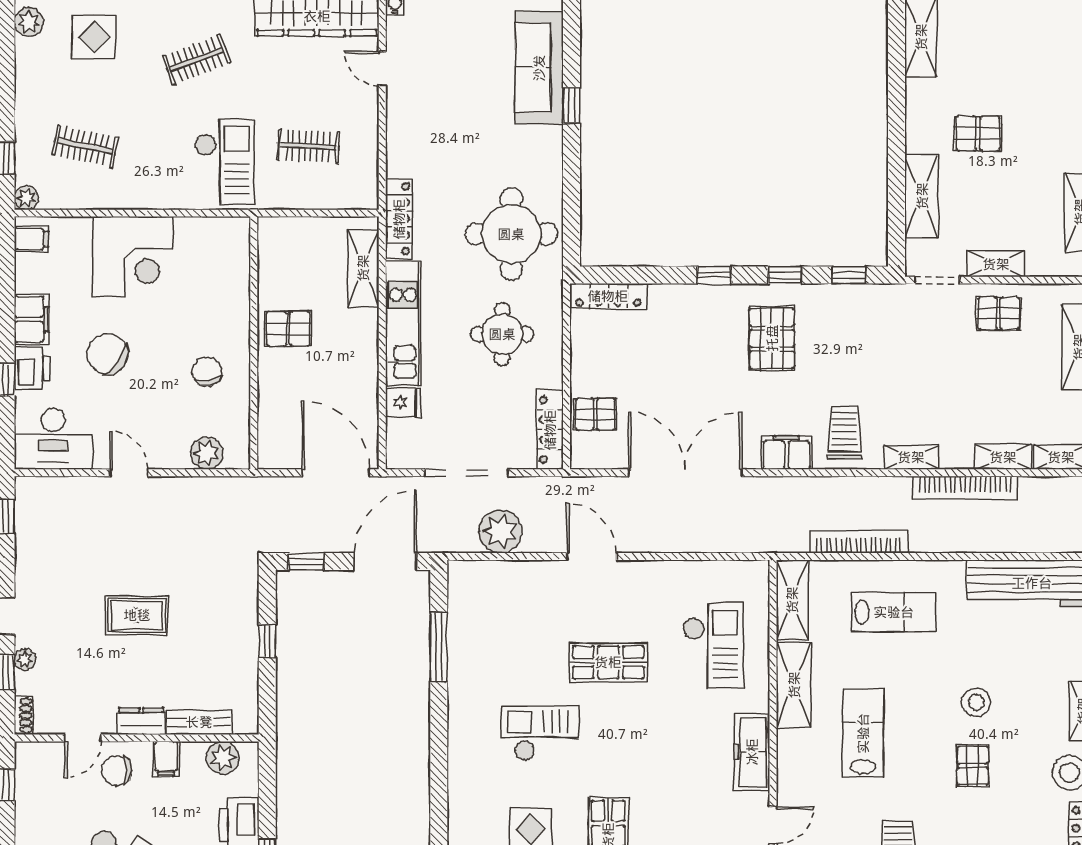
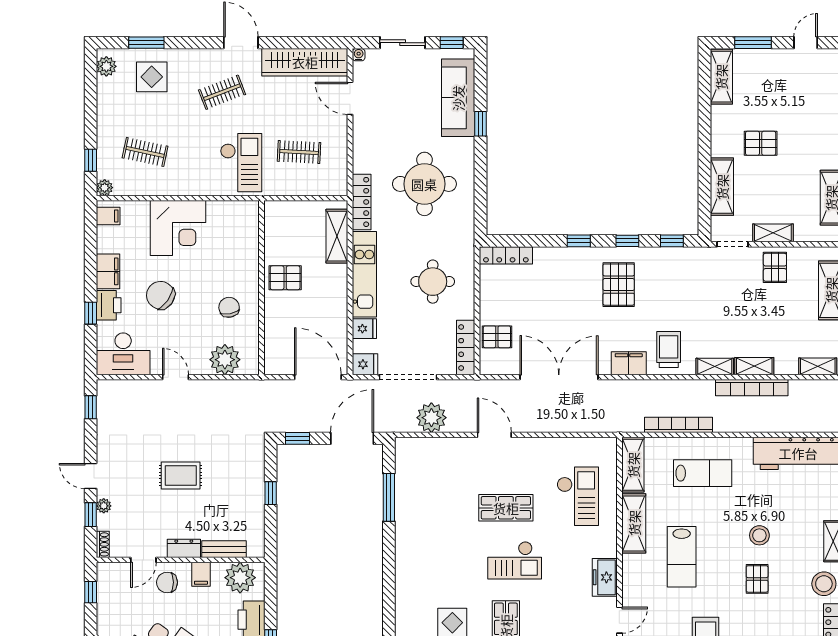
door: (382, 68) -> (350, 98), width x1.38
round table: (511, 234) -> (424, 184), moved
pallet: (999, 313) -> (775, 267), turned 90
plant: (207, 453) -> (225, 360), width x1.36, depth x1.36
fridge: (404, 454) -> (365, 364), added
shelving: (1003, 457) -> (754, 366), moved
checkout: (540, 733) -> (515, 560), moved, turned 180
lab bench: (863, 733) -> (682, 557), turned 180
freezer: (752, 752) -> (605, 577), width x0.71
plant: (223, 758) -> (240, 578), width x1.36, depth x1.36

